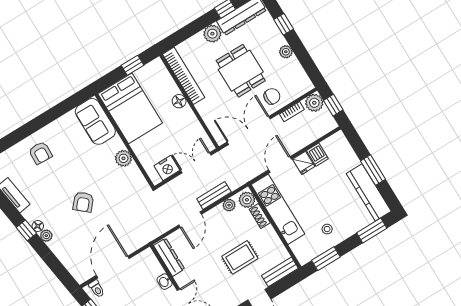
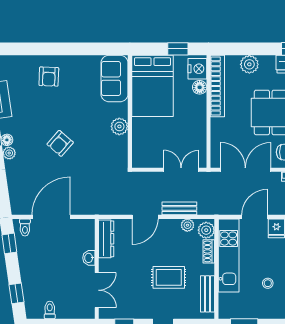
plant: (212, 34) -> (249, 64), moved
floor lamp: (179, 101) -> (200, 87), moved
nightstand: (167, 168) -> (197, 69), moved, turned -90
stool: (327, 229) -> (268, 283), moved
bench: (280, 272) -> (208, 294), moved, turned 90

